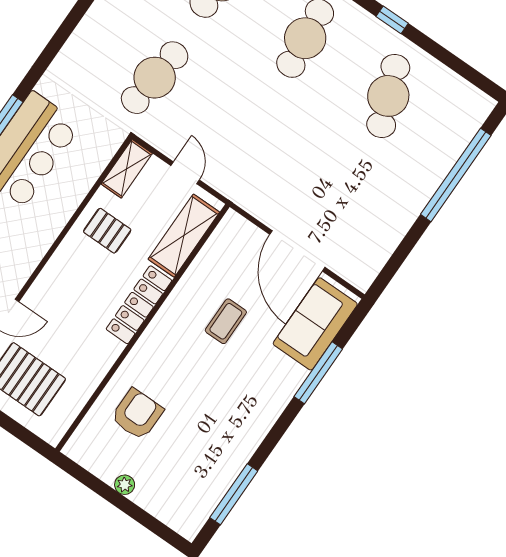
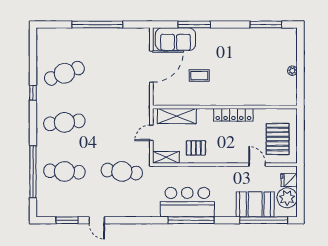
window: (456, 175) -> (97, 24), moved
pallet: (107, 231) -> (196, 148), turned 90
locker: (139, 305) -> (233, 115), moved
armchair: (137, 414) -> (261, 85), removed

